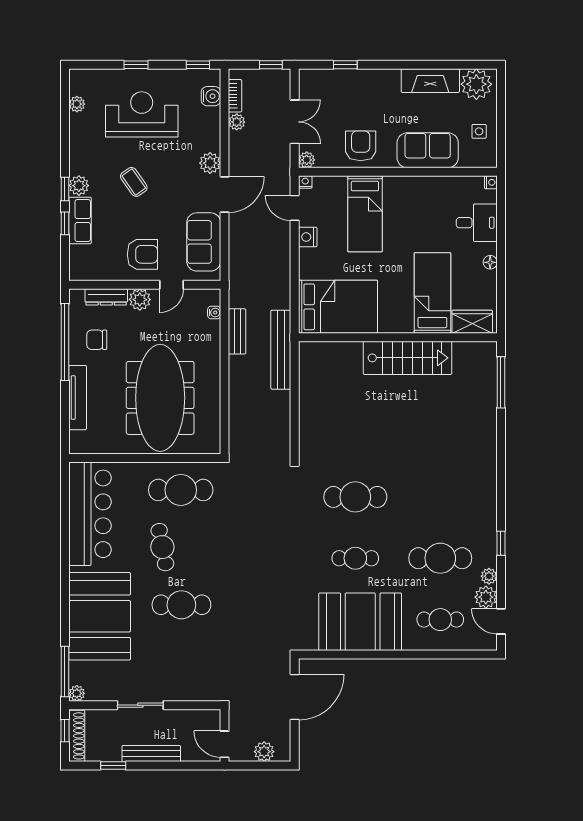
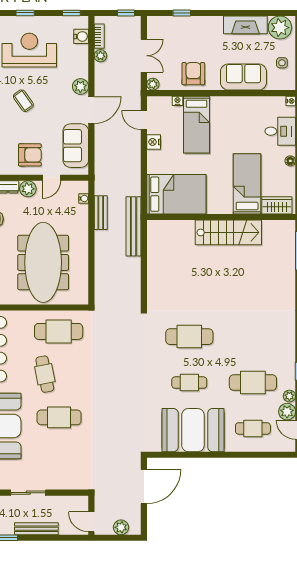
nightstand: (305, 182) -> (177, 101), moved

